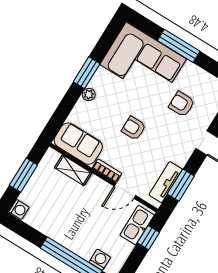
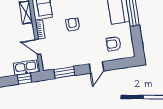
armchair: (182, 104) -> (114, 44), moved, turned -90
tv unit: (166, 182) -> (59, 64), removed

